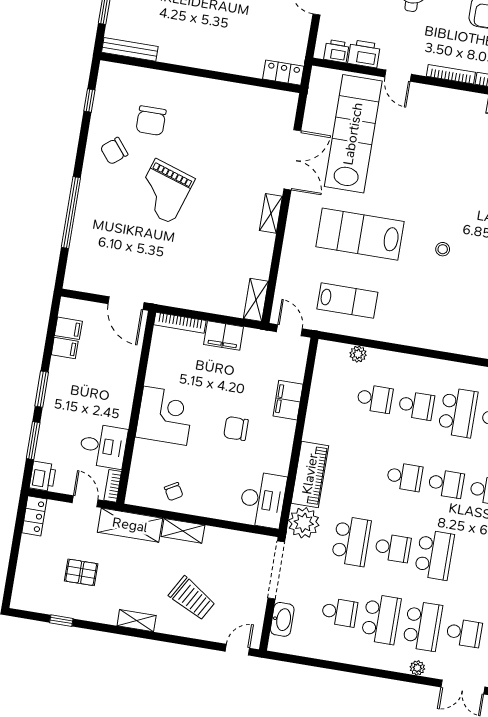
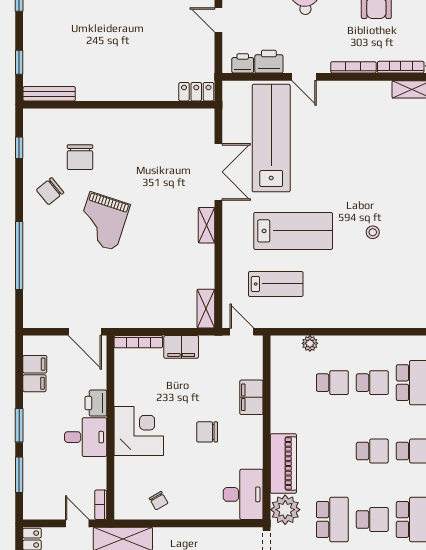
lab bench: (360, 234) -> (293, 231), turned 180
lab bench: (347, 301) -> (276, 284), moved
desk: (103, 446) -> (86, 437), moved
printer: (43, 476) -> (96, 403), moved, turned 180
shelving: (183, 531) -> (173, 536), removed

